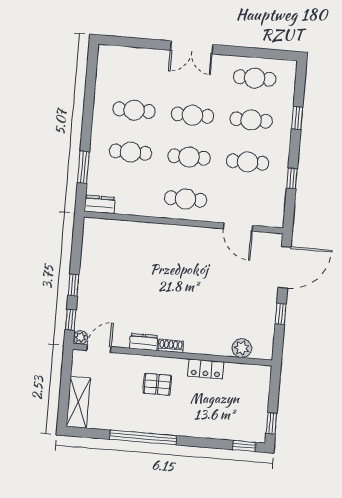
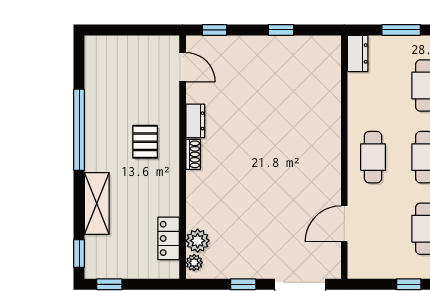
window: (74, 285) -> (281, 30), moved
plant: (80, 337) -> (194, 263), moved
locker: (206, 369) -> (169, 238), moved
shelving: (78, 402) -> (97, 204), moved, turned 90

